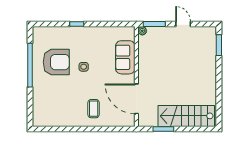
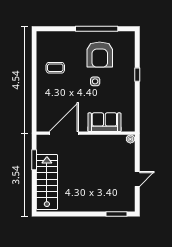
window: (154, 24) -> (137, 151), removed
coffee table: (94, 109) -> (55, 68), moved

